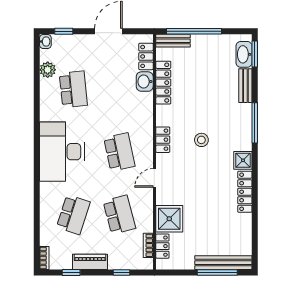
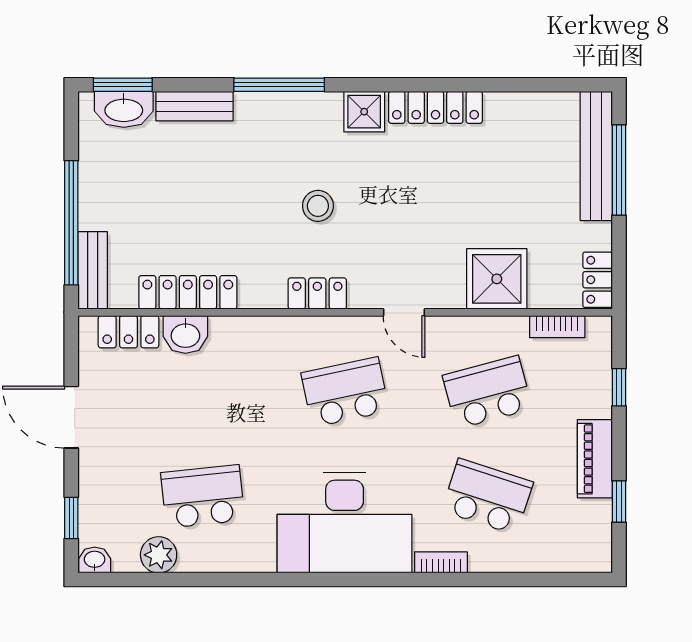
locker: (162, 246) -> (598, 280), moved, turned -90
bookcase: (44, 258) -> (441, 562), moved

